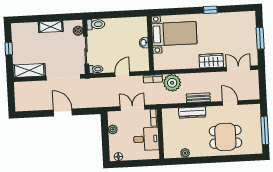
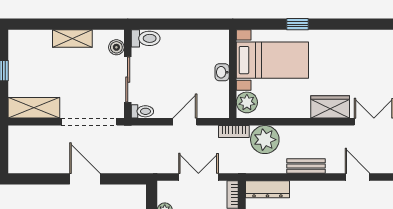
window: (210, 10) -> (297, 24), moved
plant: (160, 61) -> (247, 102), added
dresser: (192, 112) -> (267, 189), moved

